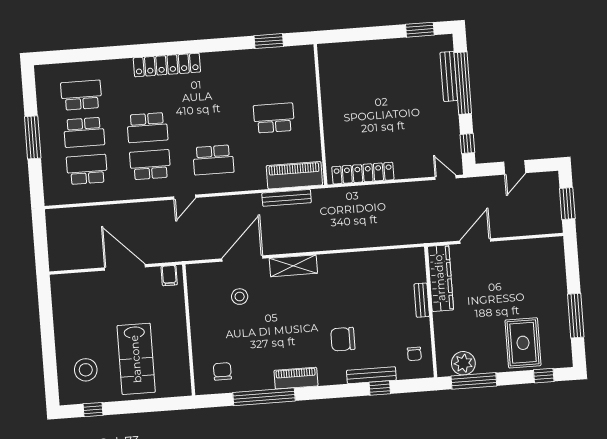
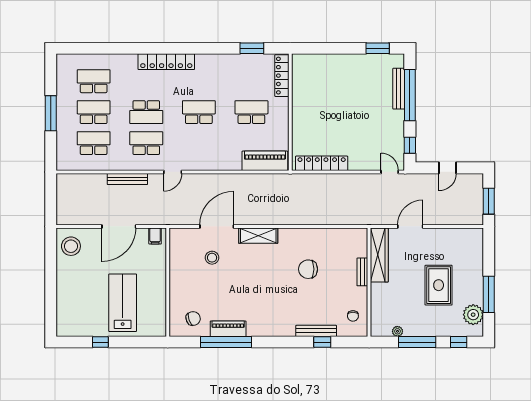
locker: (307, 71) -> (282, 76), added
school desk: (84, 132) -> (94, 112), turned 180
school desk: (213, 160) -> (199, 112), moved, turned 180
bench: (287, 198) -> (127, 179), moved
door: (125, 267) -> (119, 226), swing flipped
chair: (343, 339) -> (308, 269), moved
plant: (559, 341) -> (473, 315), added
rug: (523, 343) -> (439, 285), moved
lab bench: (136, 359) -> (123, 303), turned 180
plant: (463, 363) -> (397, 331), width x0.53, depth x0.53
stool: (86, 370) -> (71, 246), moved
chair: (222, 371) -> (193, 318), turned 71
piano: (296, 378) -> (228, 329), moved
window: (474, 381) -> (417, 342), moved
window: (93, 410) -> (100, 342), moved

